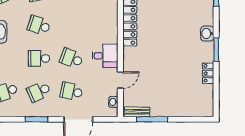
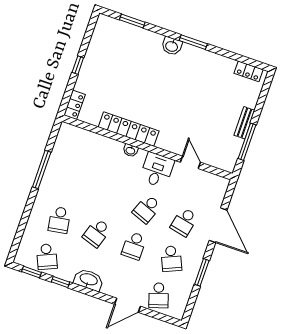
locker: (208, 73) -> (249, 71), moved
washbasin: (113, 102) -> (130, 150), moved
bench: (137, 112) -> (244, 123), moved

